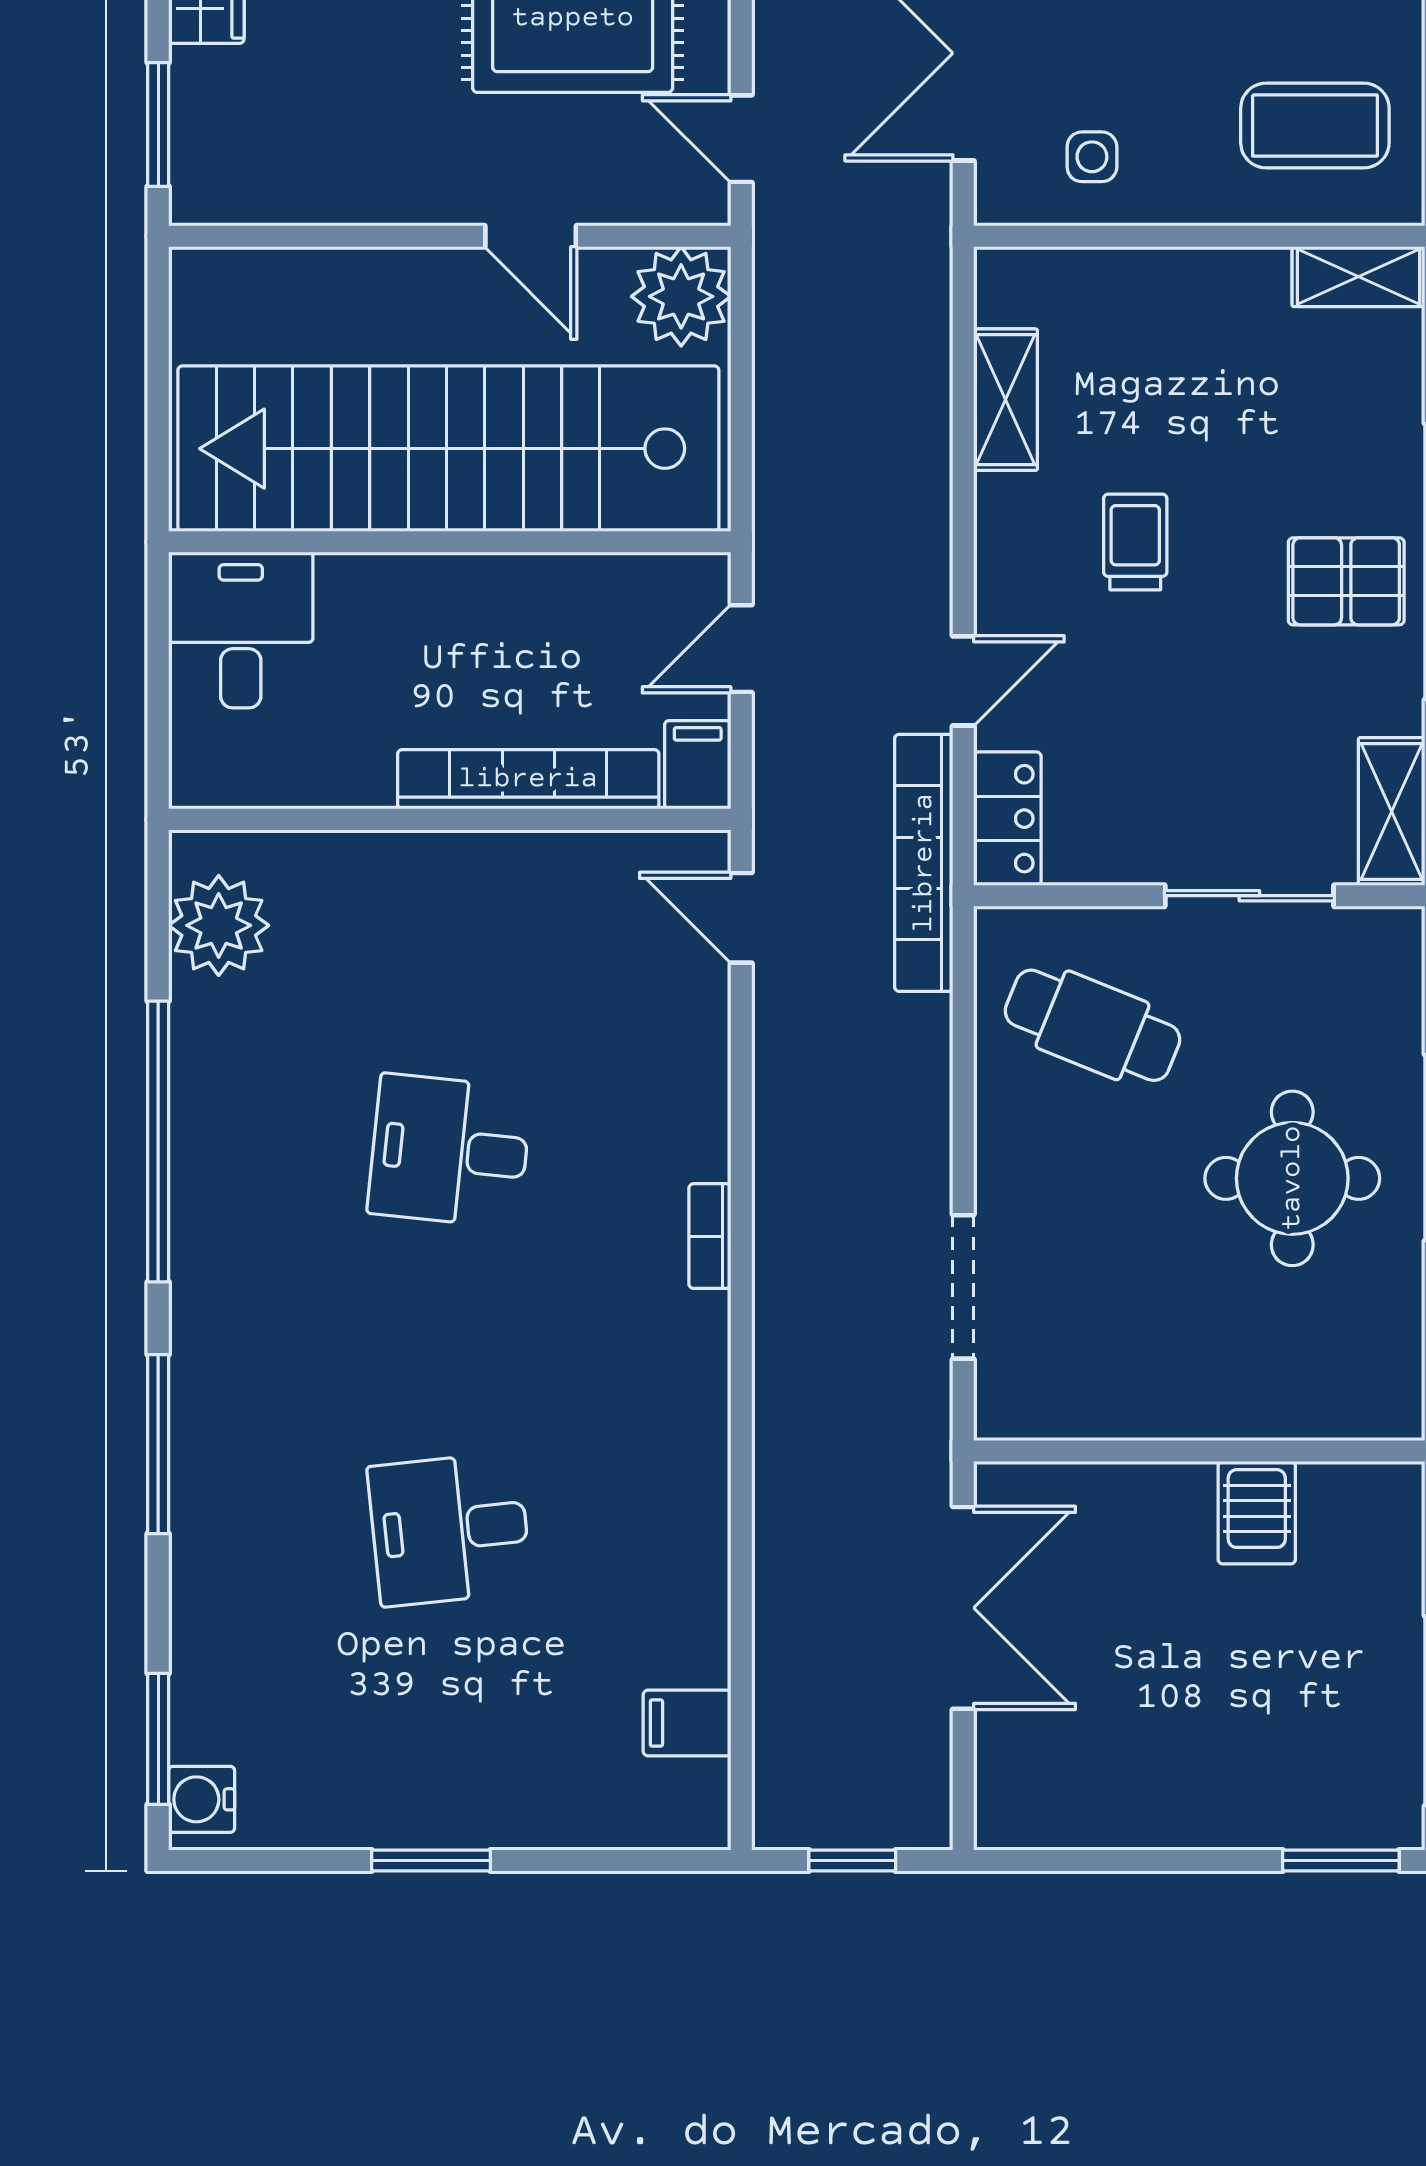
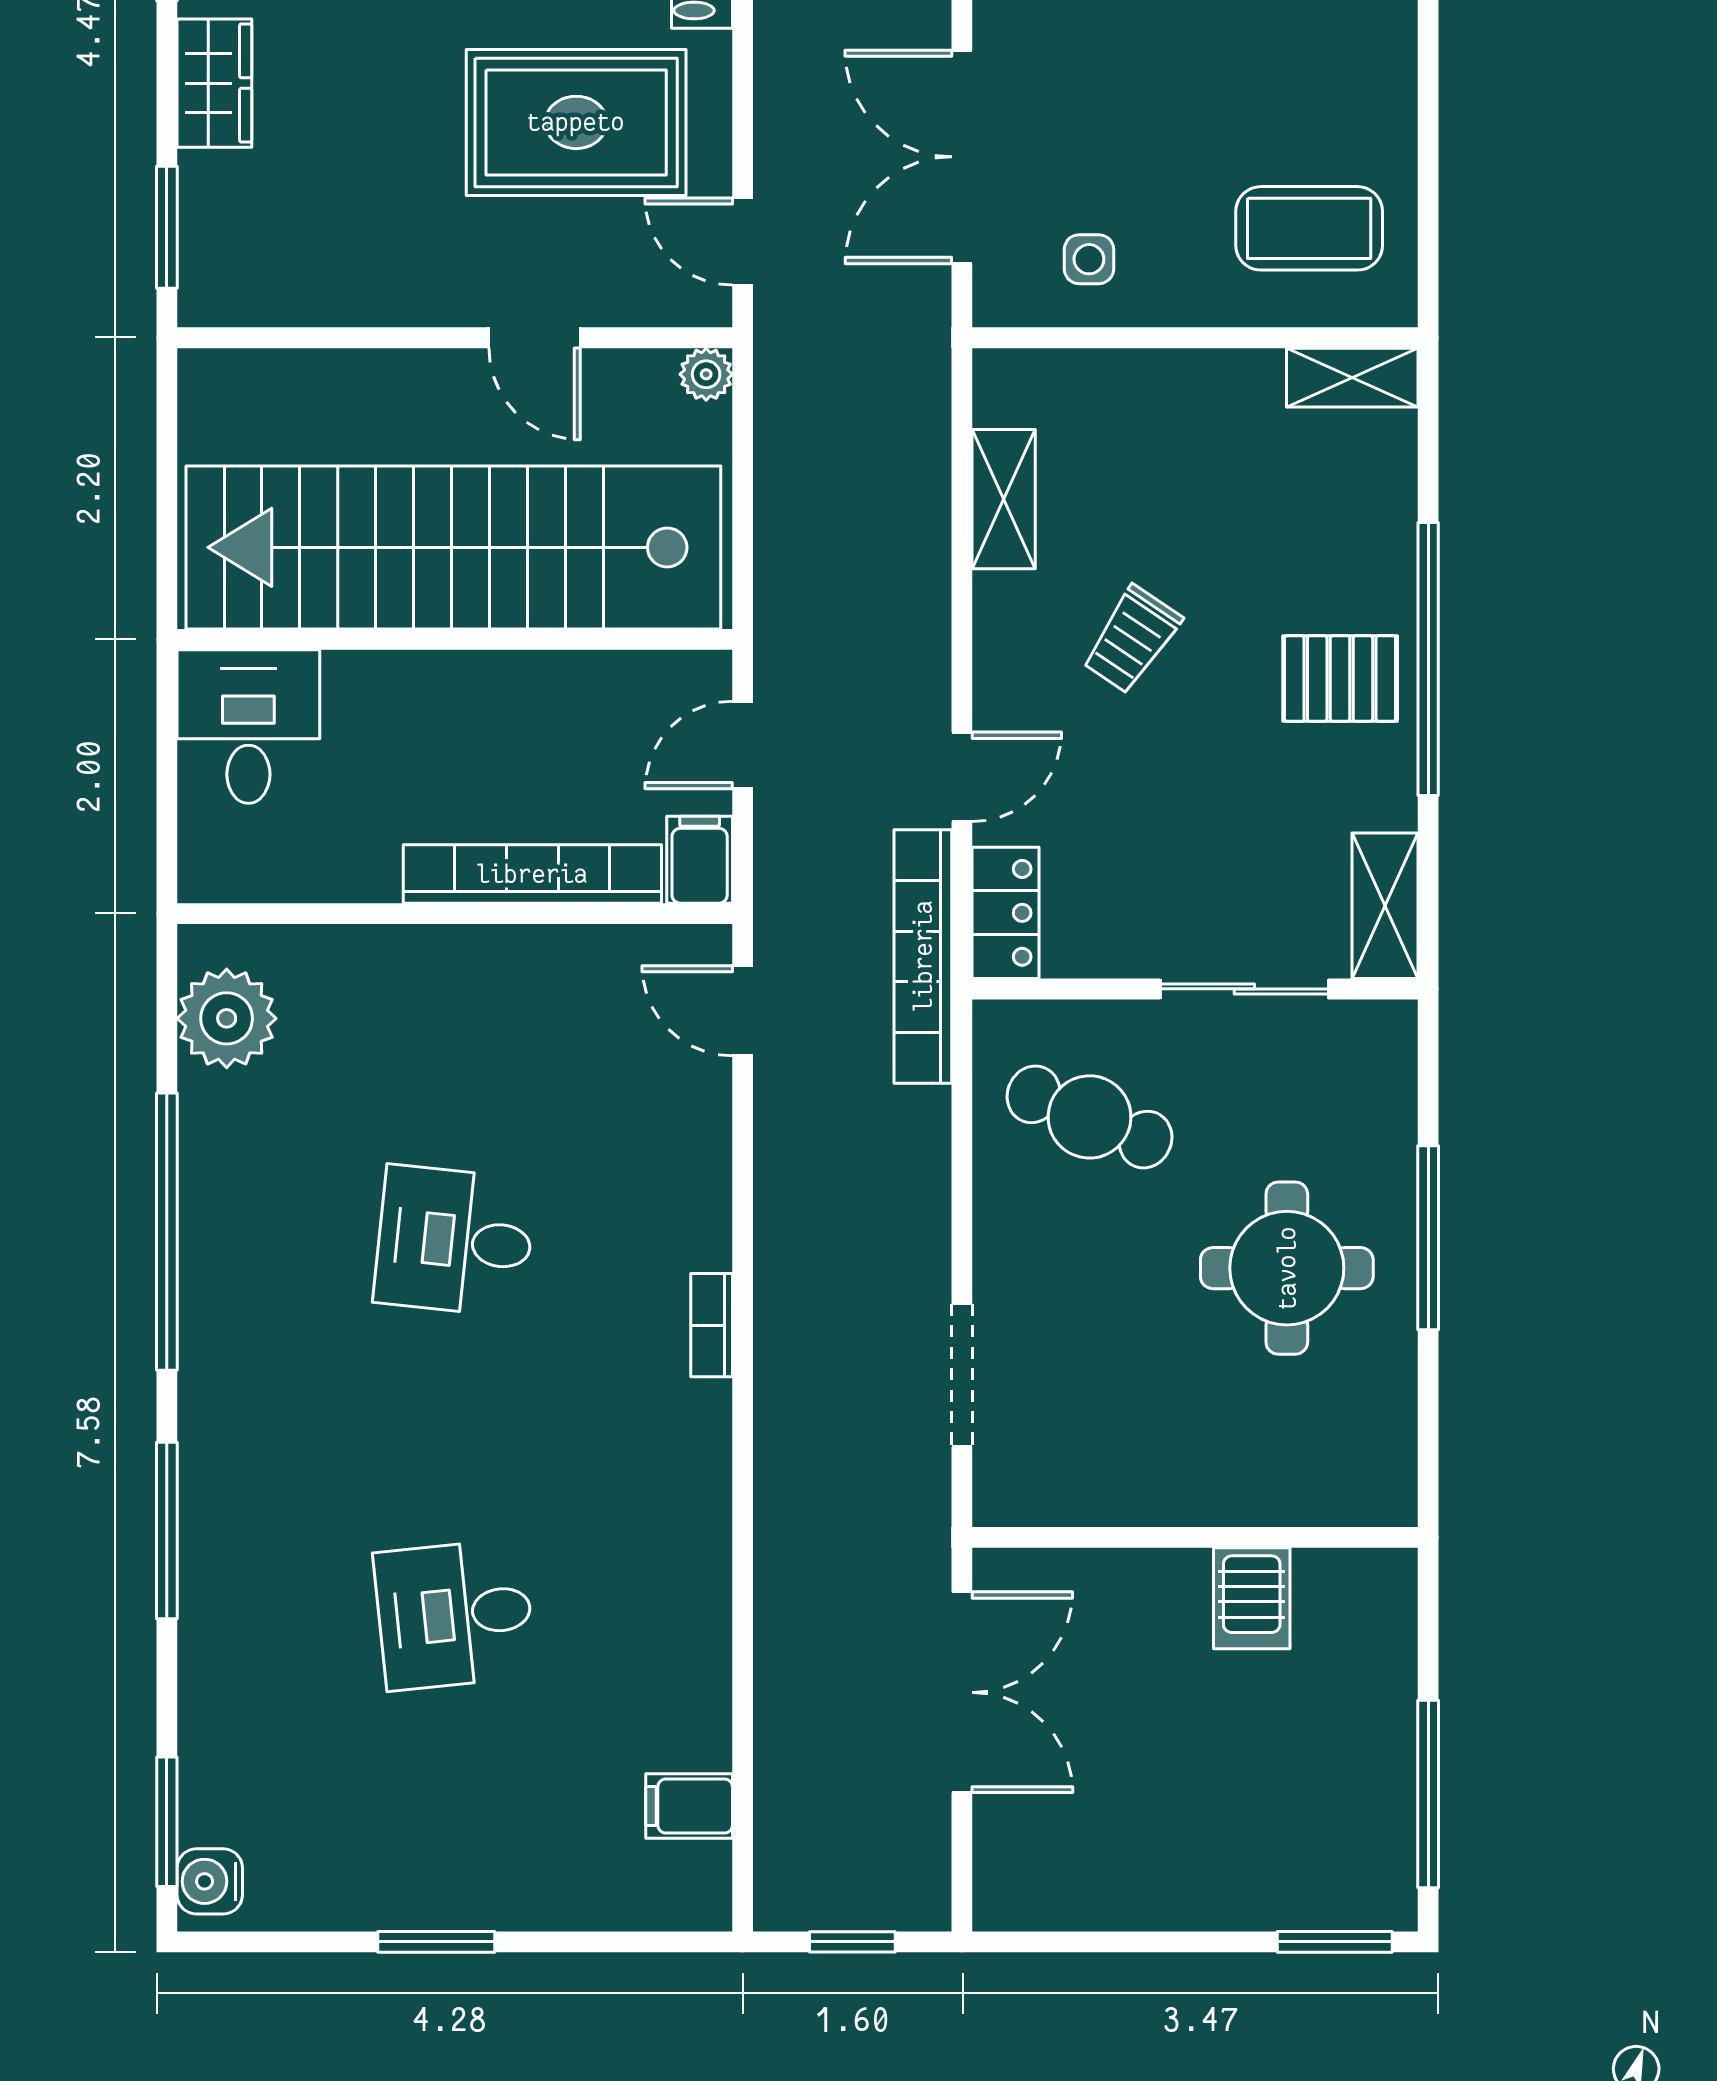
plant: (681, 296) -> (706, 374), width x0.53, depth x0.53
trolley: (1135, 542) -> (1132, 640), turned -146

